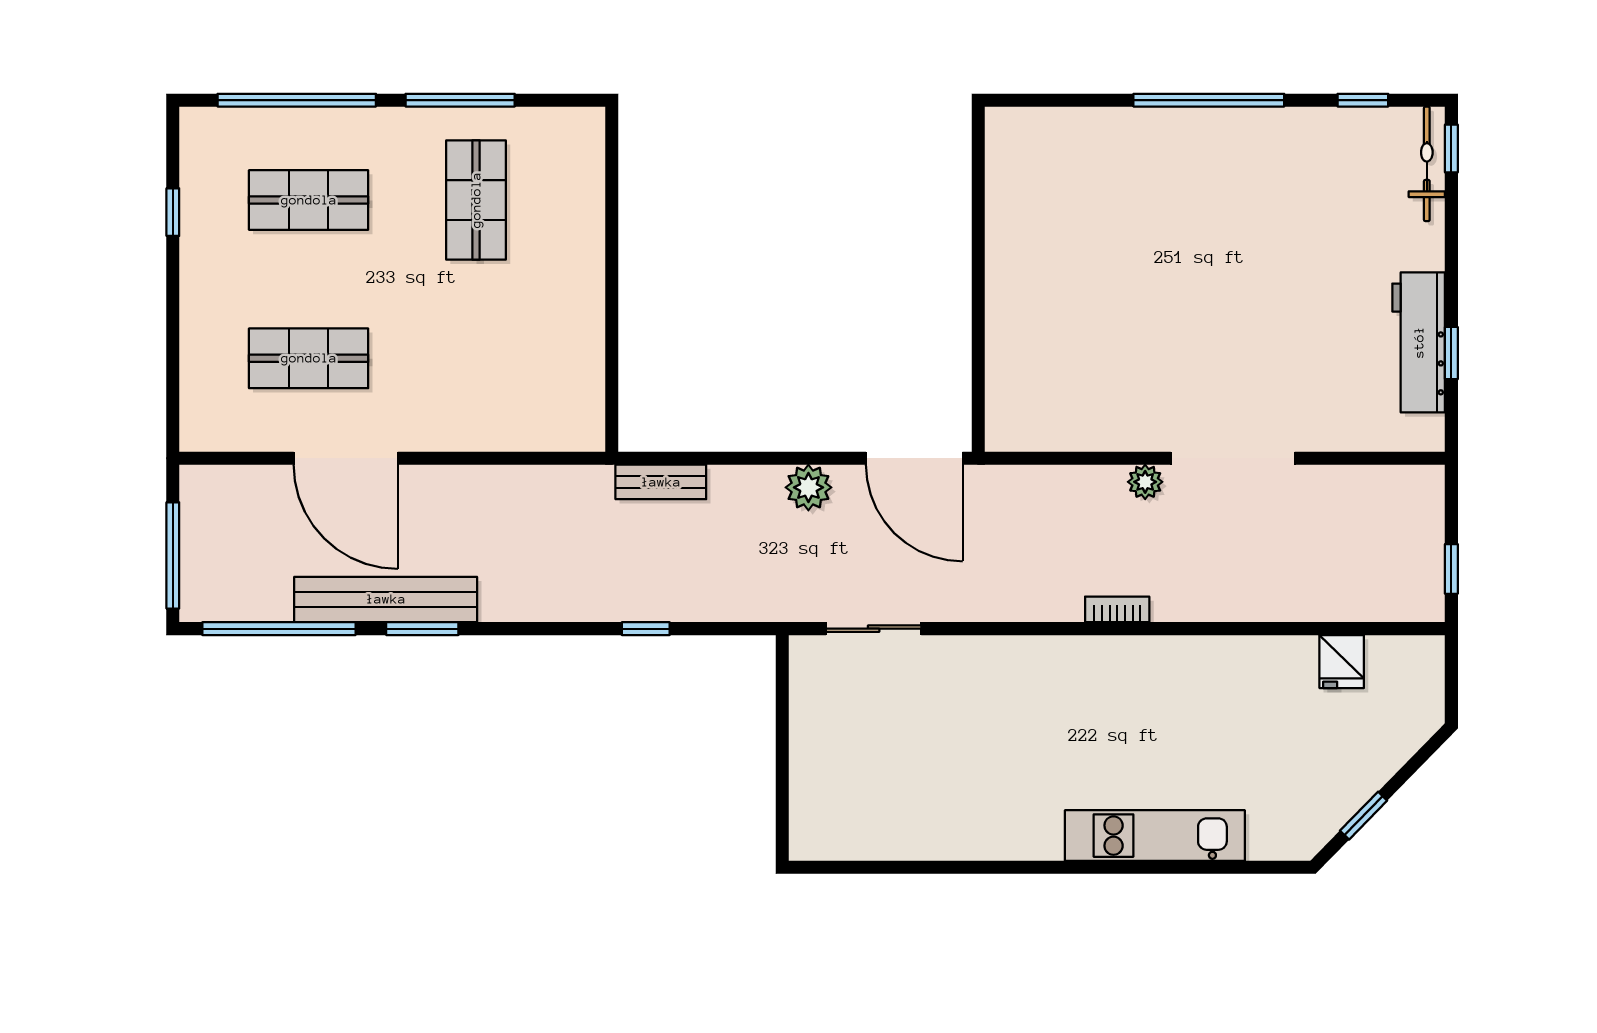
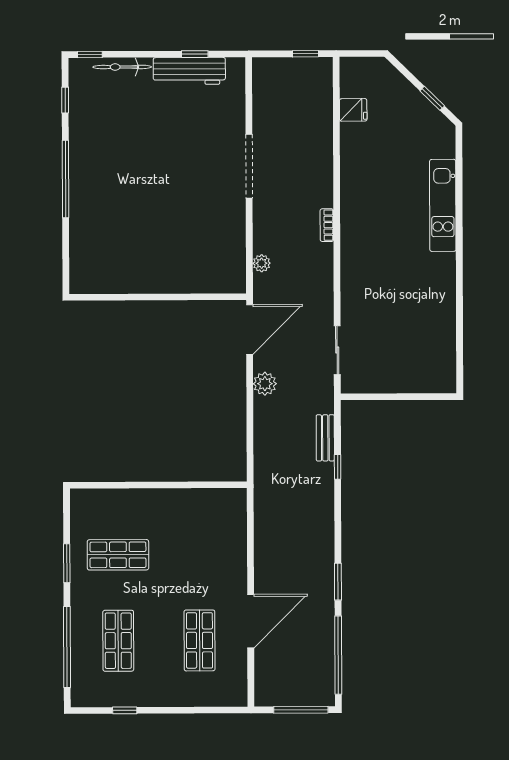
window: (460, 100) -> (67, 563), width x0.69
bicycle: (1427, 164) -> (122, 67), moved
bench: (661, 482) -> (325, 438), moved
plant: (1145, 482) -> (262, 263), moved
bench: (386, 599) -> (323, 600), removed

